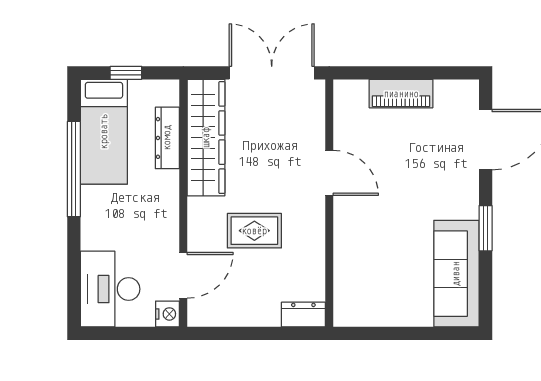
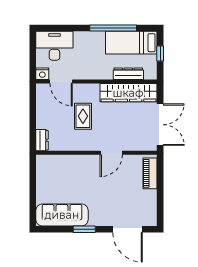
piano: (401, 94) -> (150, 173), moved

